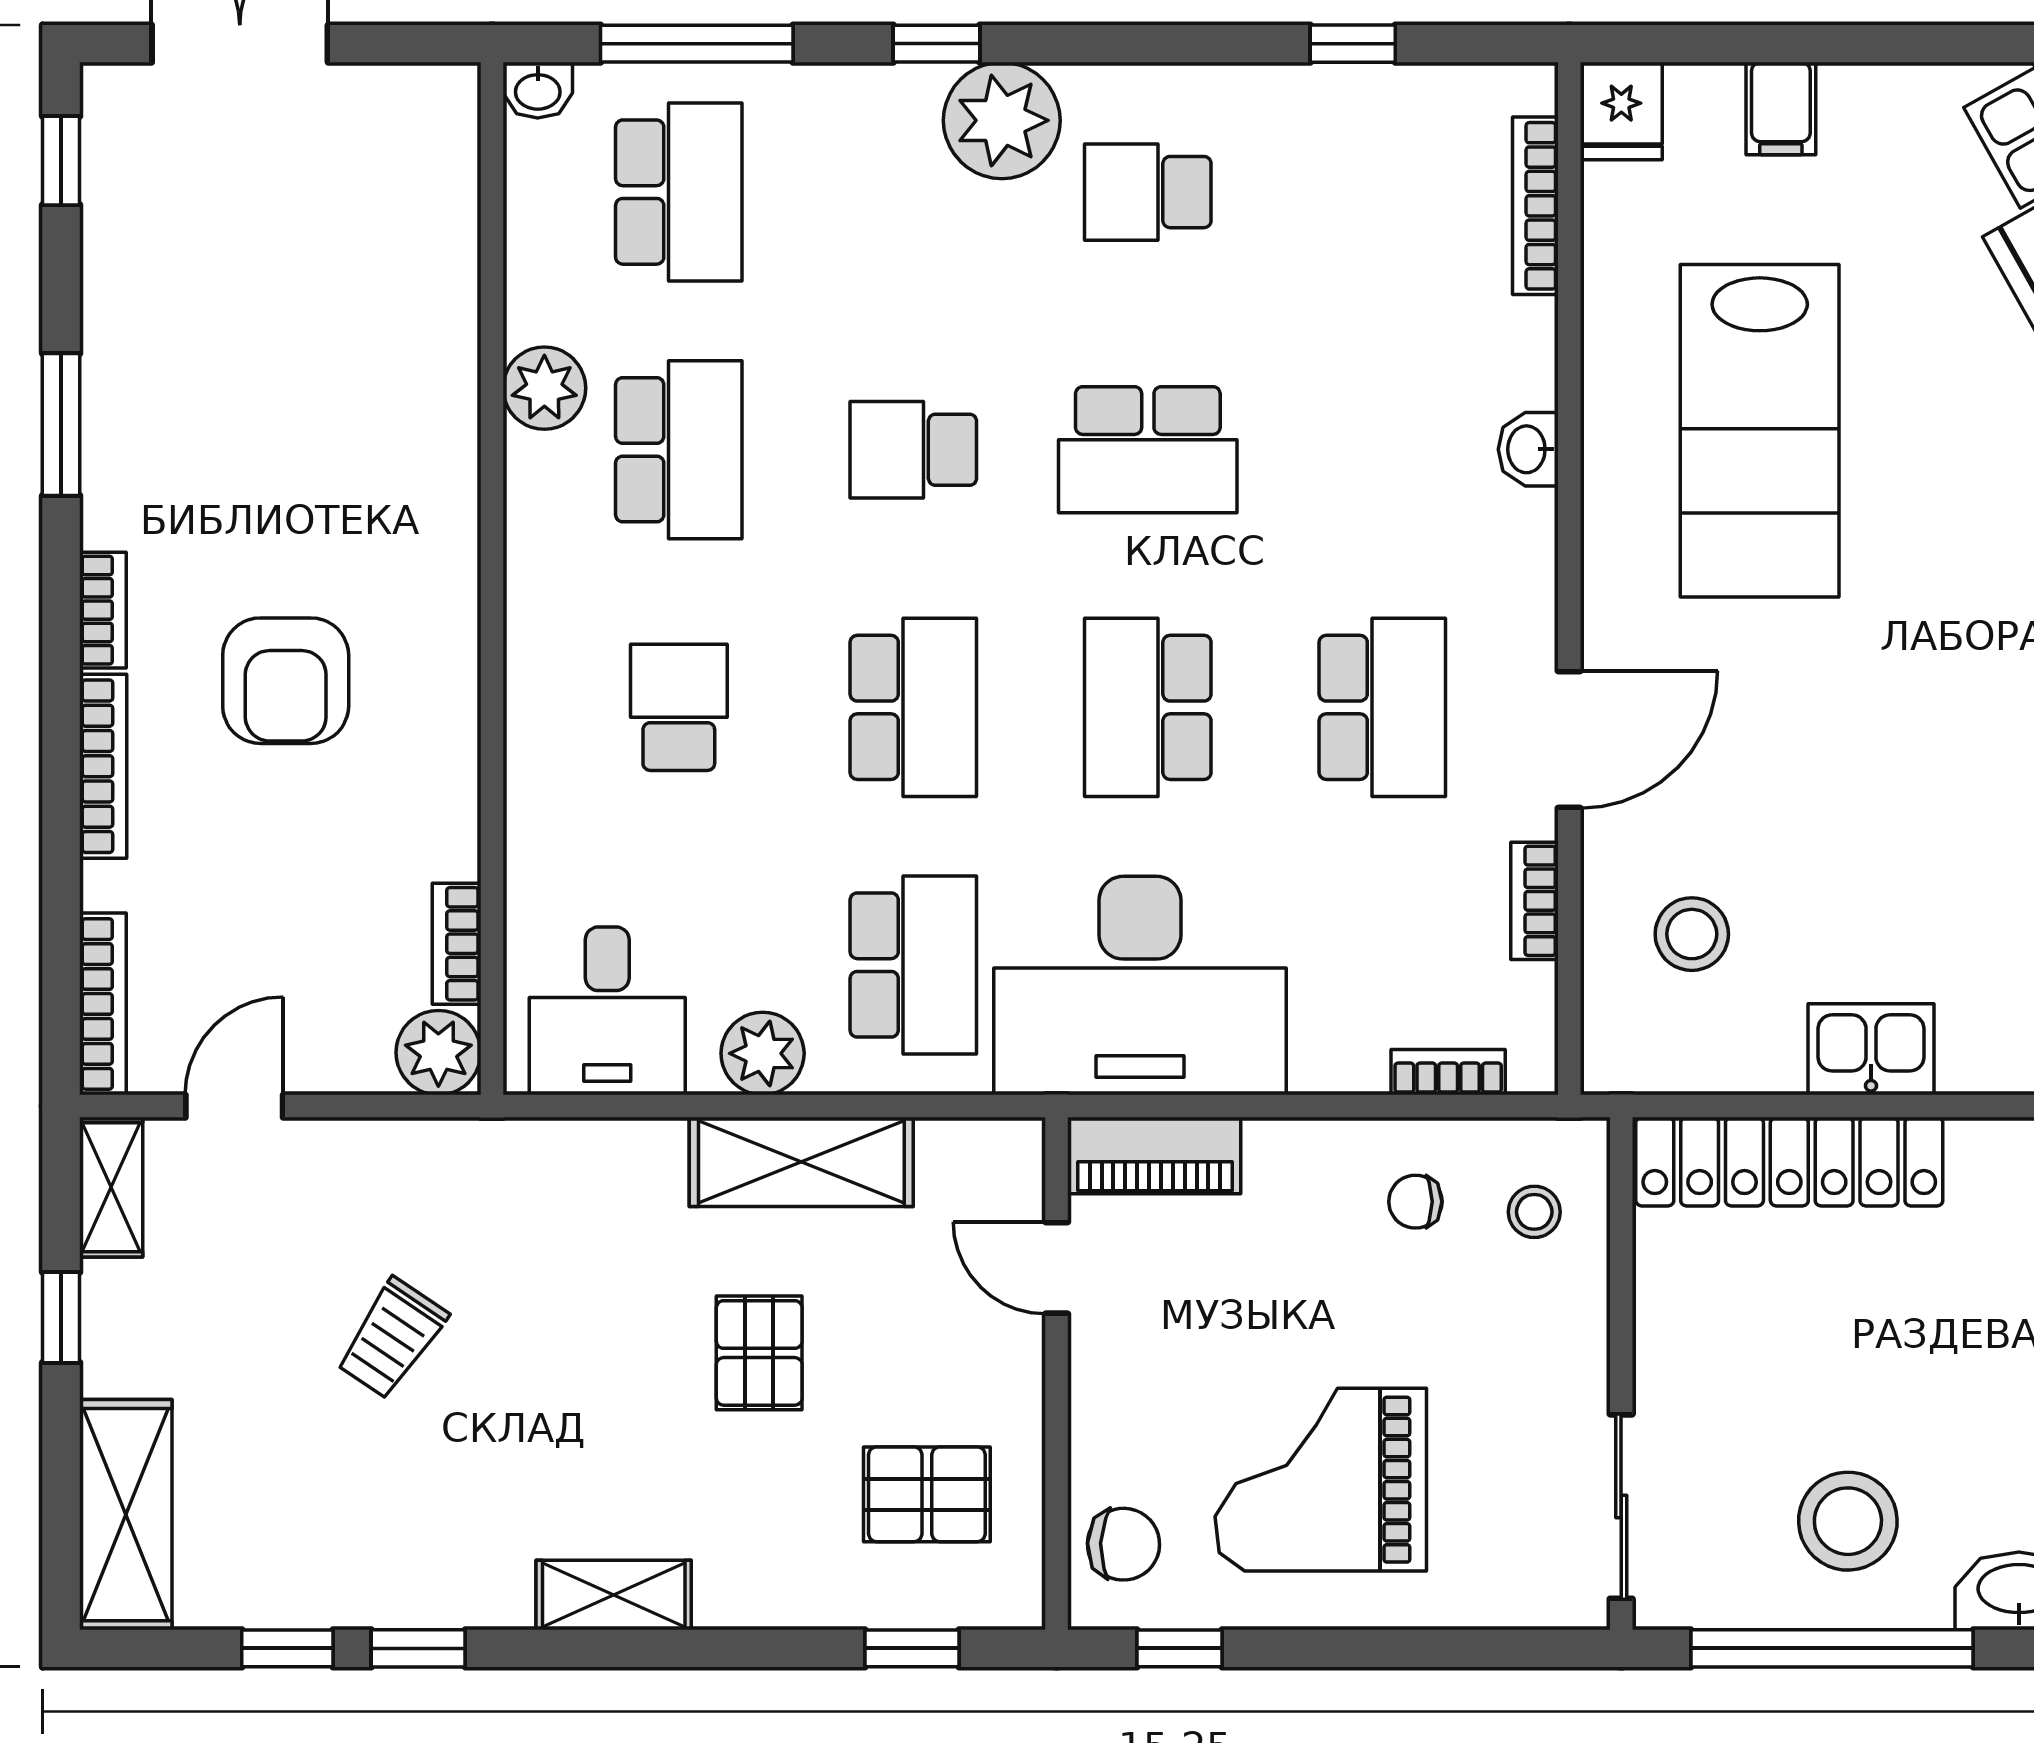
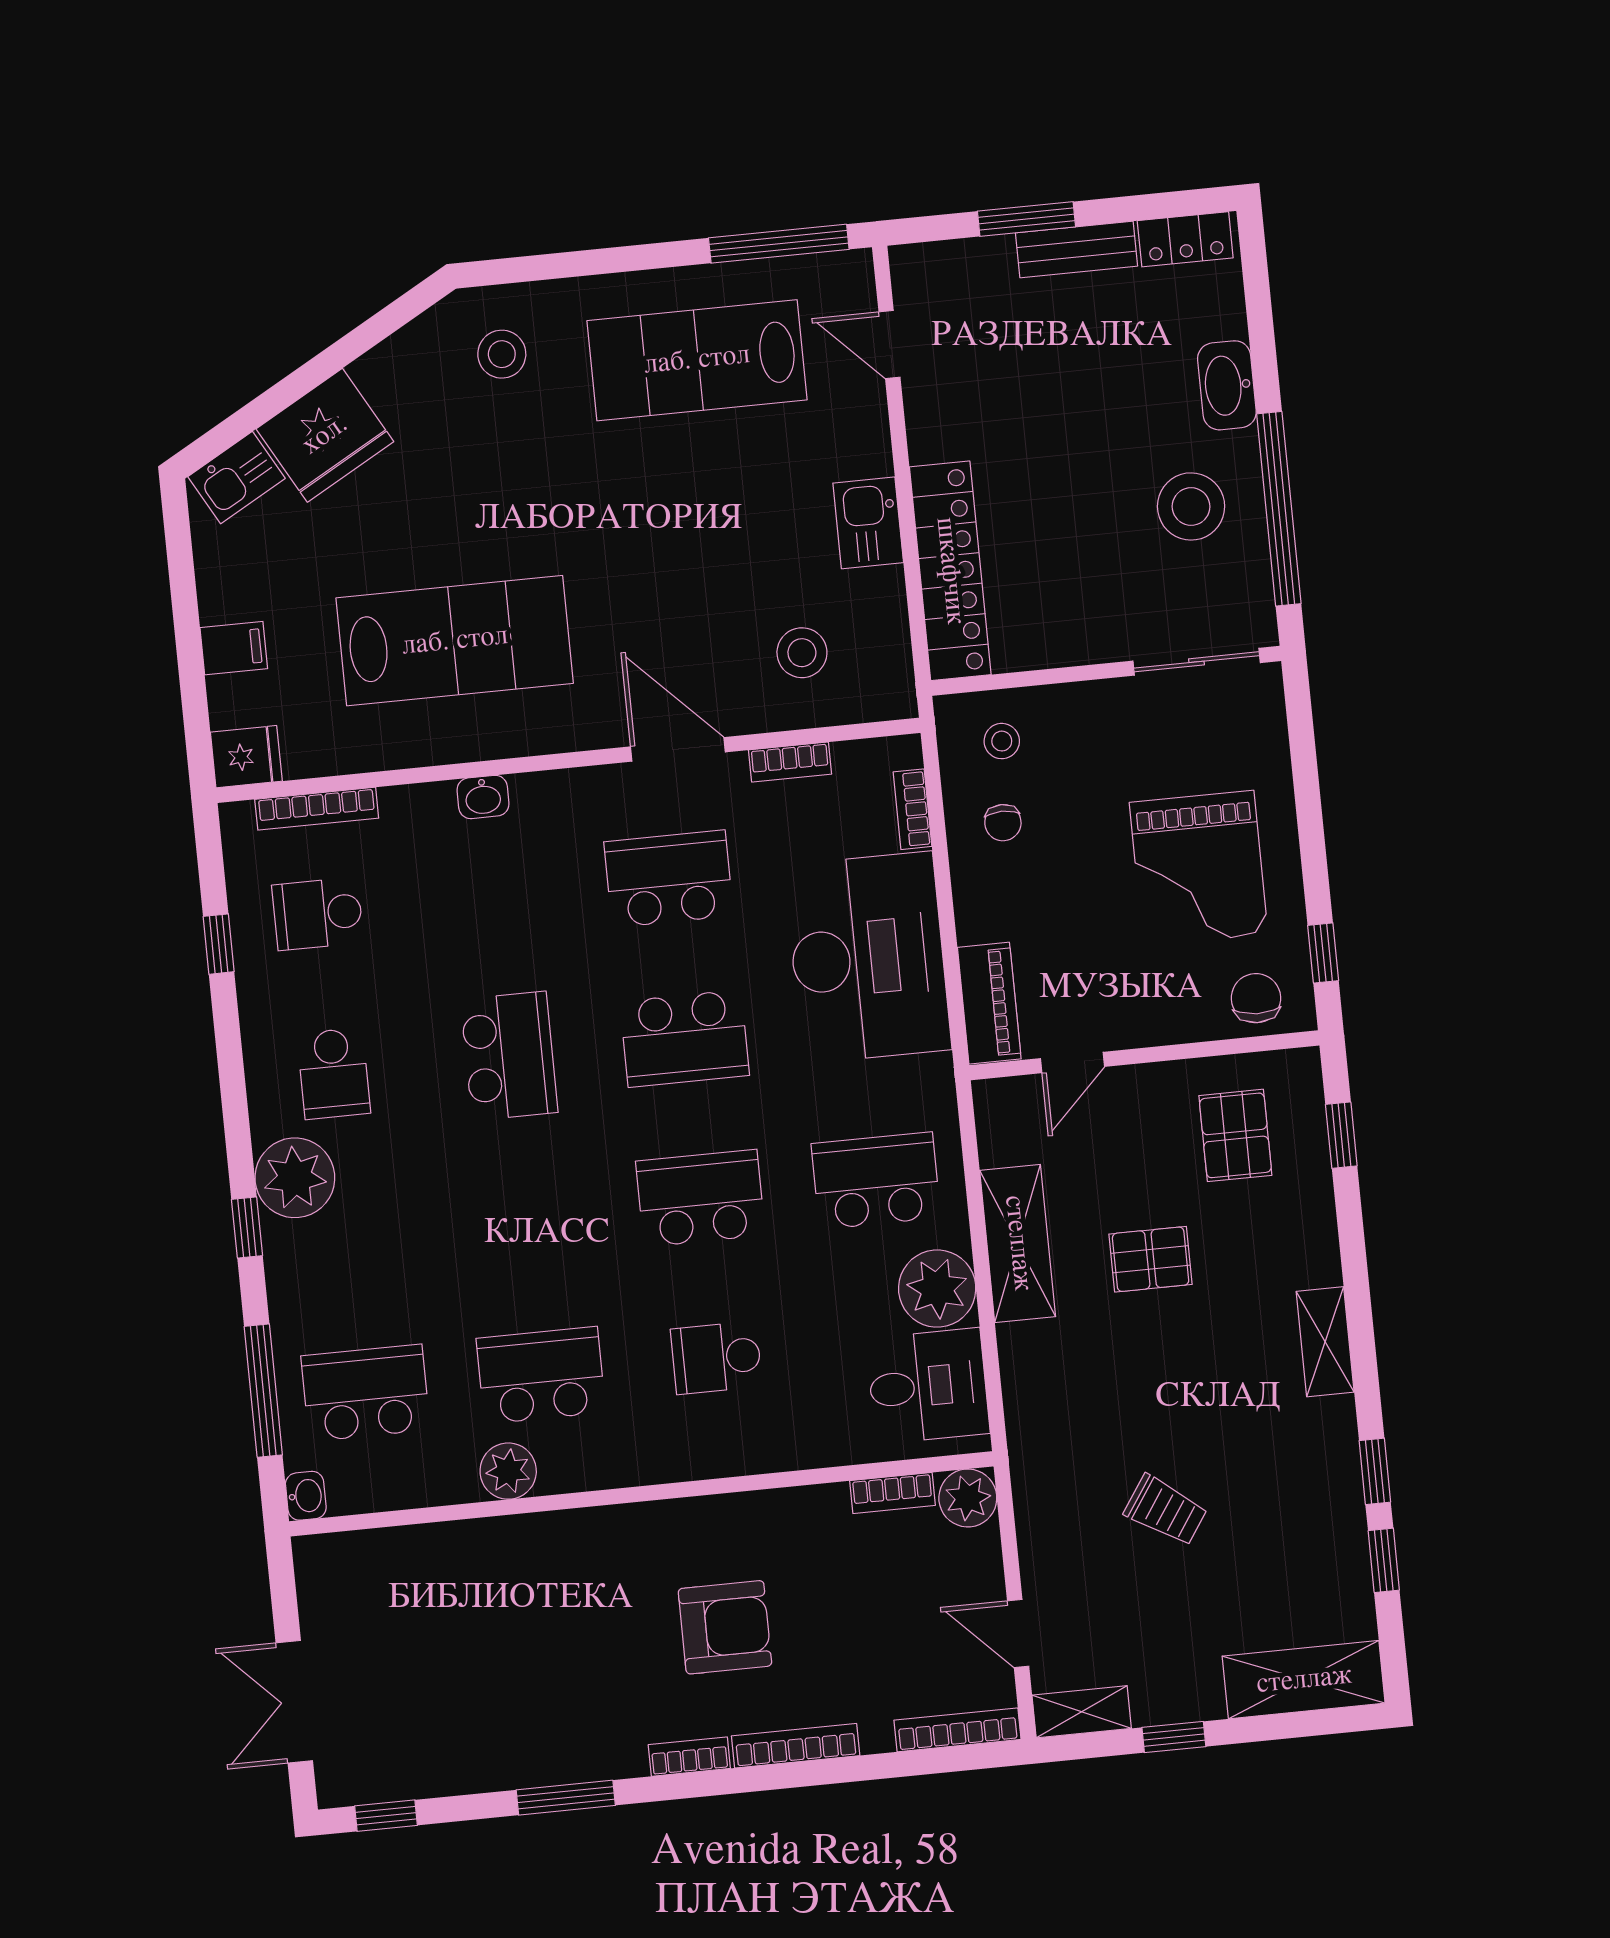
school desk: (913, 450) -> (318, 914), moved, turned 90
desk: (1140, 985) -> (868, 957), moved
plant: (763, 1053) -> (937, 1289), width x1.36, depth x1.36

